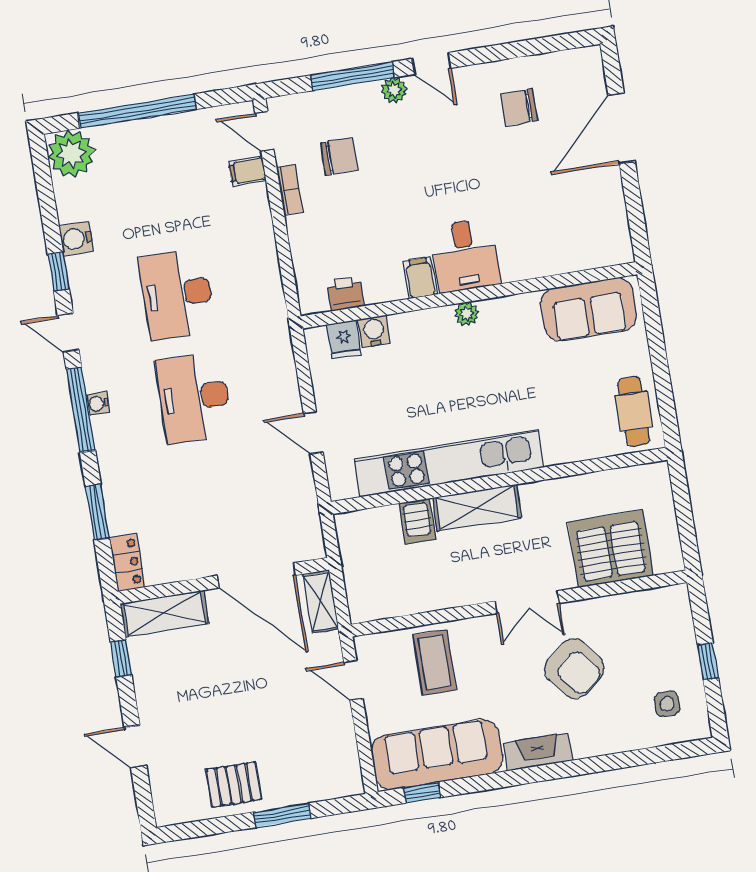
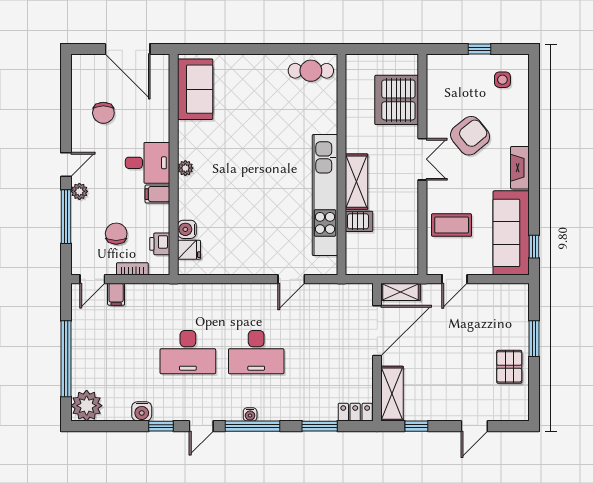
desk: (465, 255) -> (148, 163), moved
filing cabinet: (420, 278) -> (157, 194), moved
printer: (345, 294) -> (160, 244), moved
wall: (469, 295) -> (174, 165), moved
sofa: (589, 309) -> (195, 89), moved
plant: (467, 314) -> (185, 168), moved
water cooler: (374, 331) -> (187, 229), moved
fridge: (344, 339) -> (189, 250), moved

